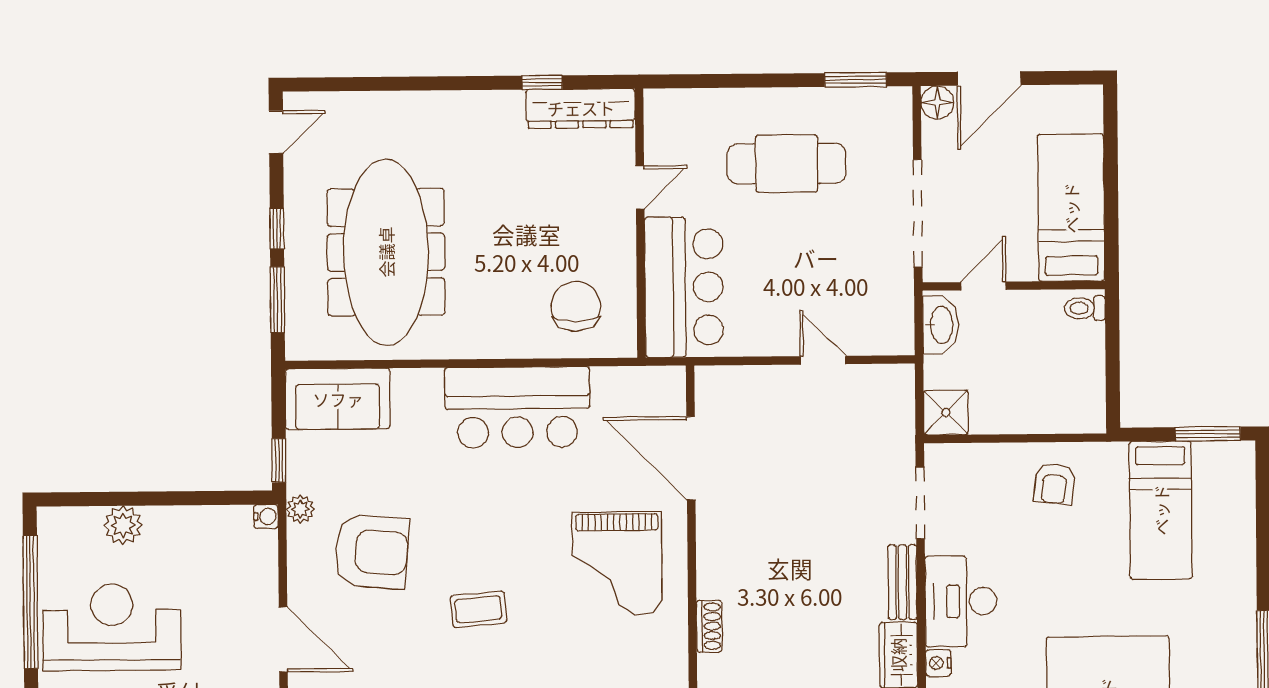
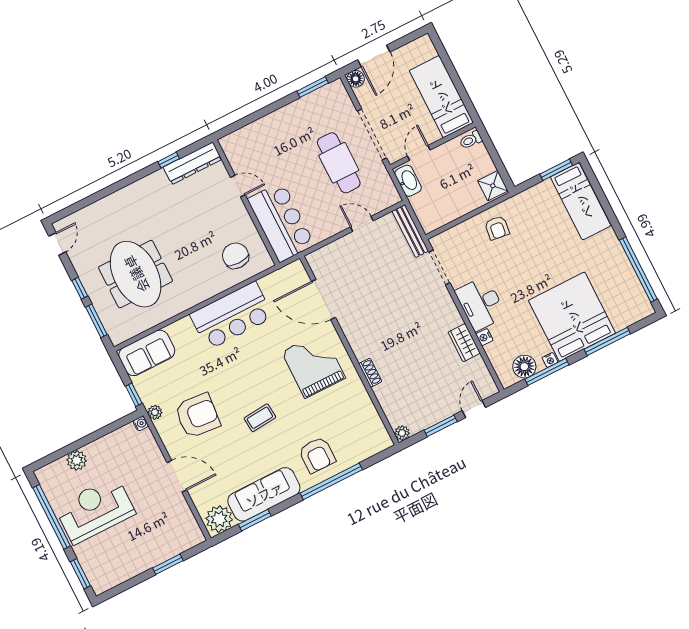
cafe table: (787, 163) -> (339, 163), moved, turned 90
door: (640, 187) -> (238, 186), hinge flipped
meeting table: (386, 252) -> (136, 274), width x0.73
shower: (946, 412) -> (493, 186), moved
bed: (1161, 510) -> (581, 201), moved
grand piano: (617, 563) -> (313, 365), turned 180
bench: (902, 582) -> (410, 231), moved, width x1.36

